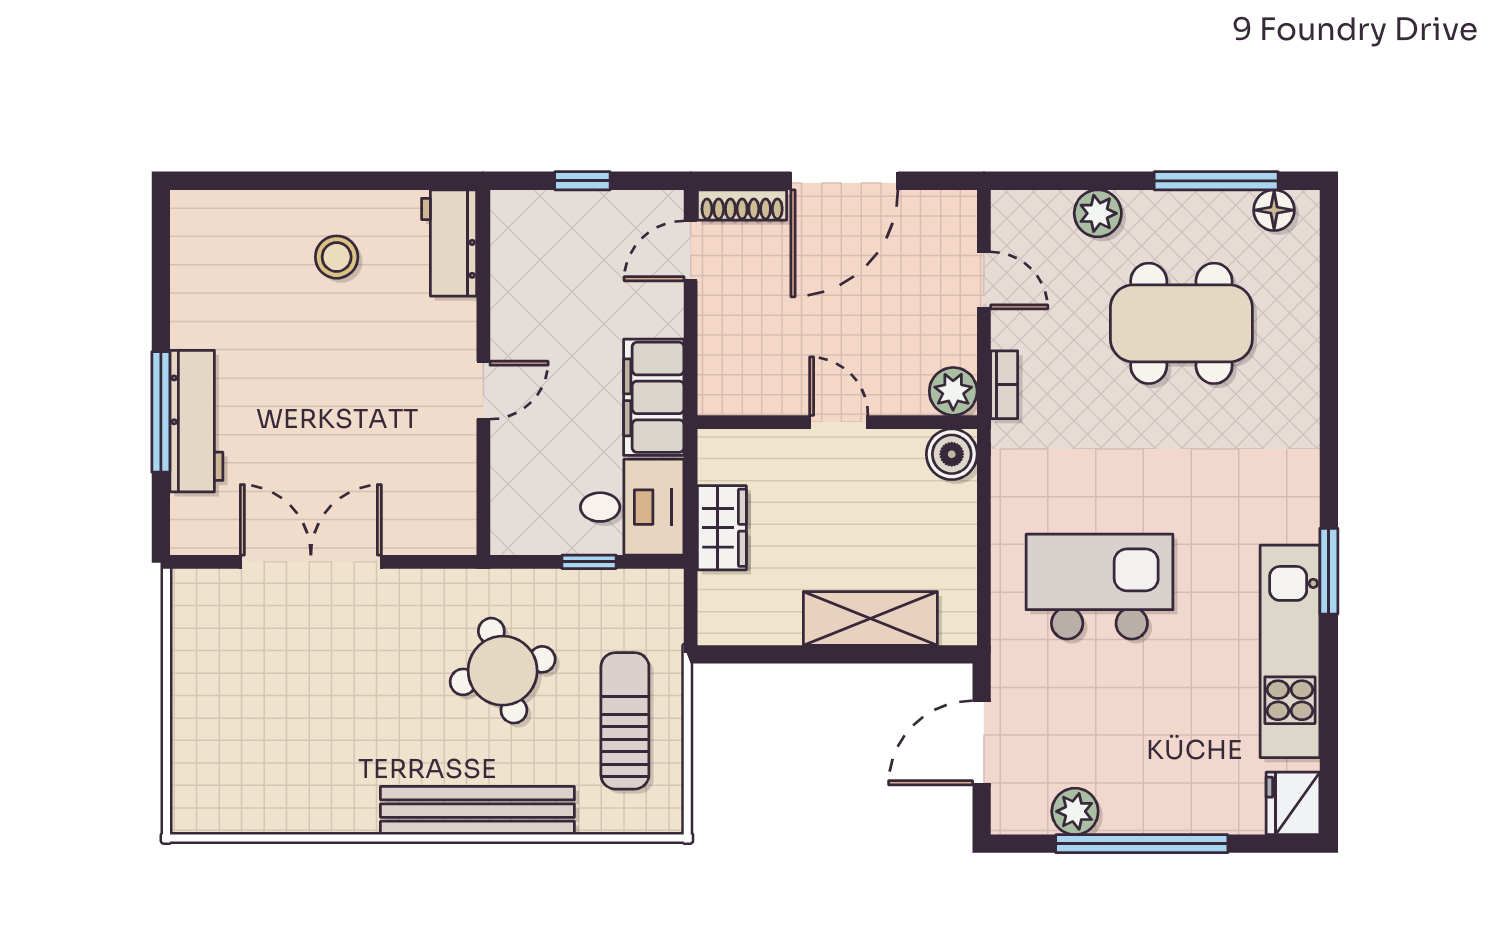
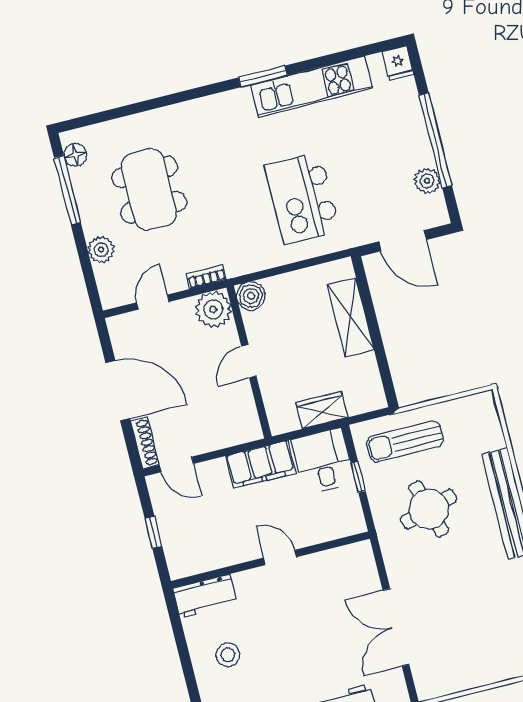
plant: (953, 391) -> (213, 309), width x1.36, depth x1.36
sun lounger: (625, 721) -> (405, 442), moved
fridge: (1293, 803) -> (398, 63), width x0.72

